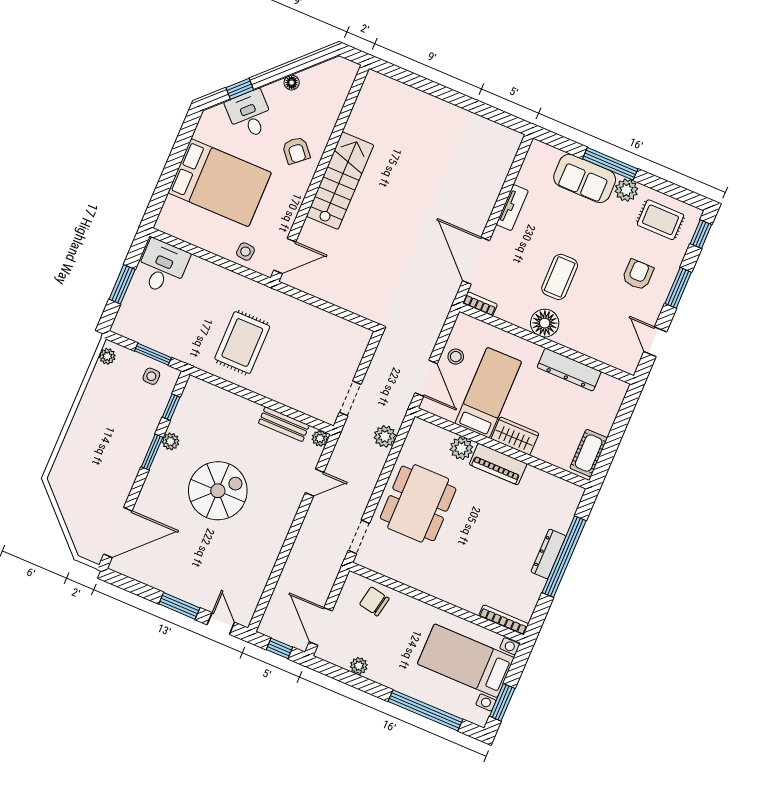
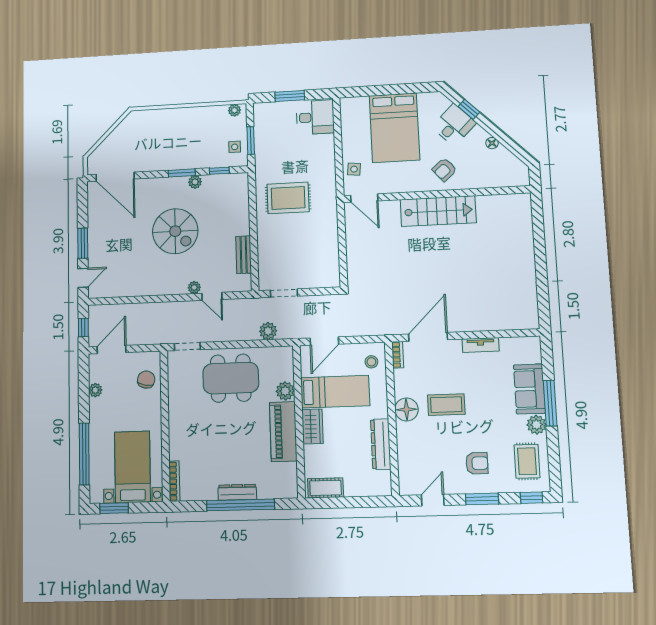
stool: (456, 357) -> (371, 362), moved
plant: (320, 438) -> (194, 287), moved
piano: (498, 464) -> (283, 432), width x1.37, depth x1.33

